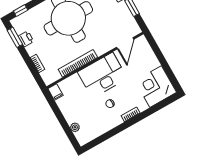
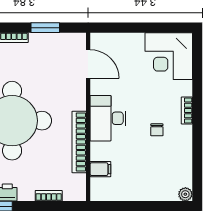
desk: (102, 75) -> (108, 118), width x0.73, depth x0.77
filing cabinet: (56, 92) -> (100, 169), moved
plant: (75, 127) -> (185, 194), moved

